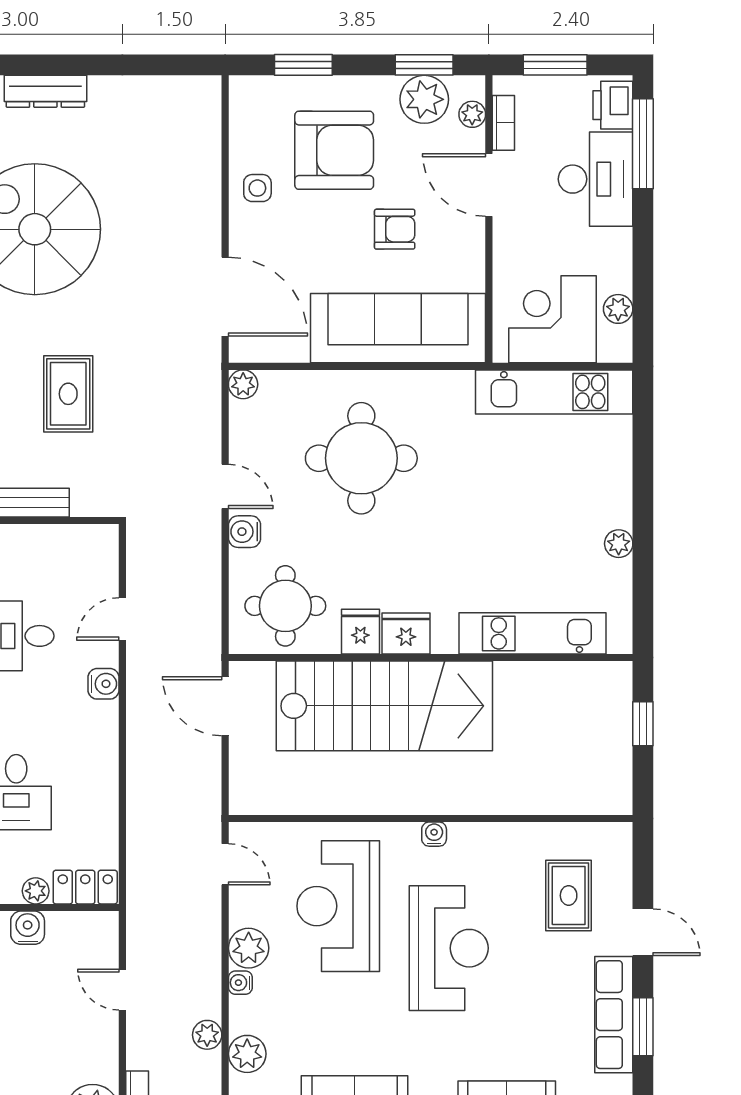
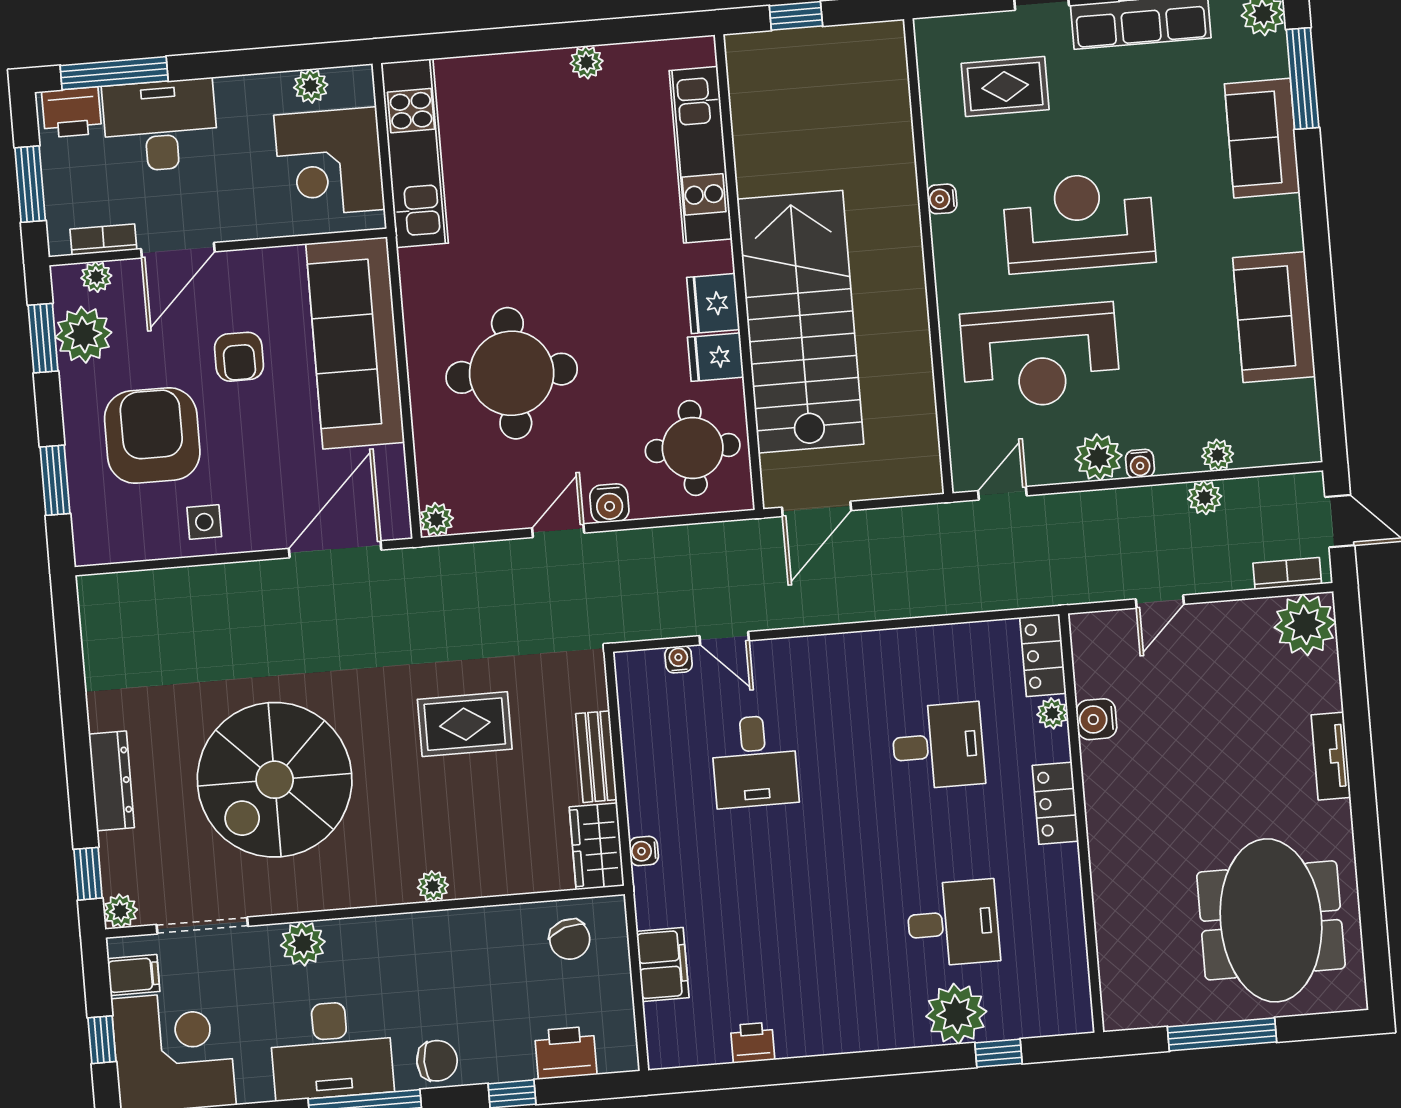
armchair: (395, 229) -> (239, 357), turned 180
water cooler: (104, 684) -> (679, 659), moved, width x0.72, depth x0.72
water cooler: (434, 834) -> (942, 199), moved
plant: (247, 1054) -> (1218, 455), width x0.73, depth x0.73

